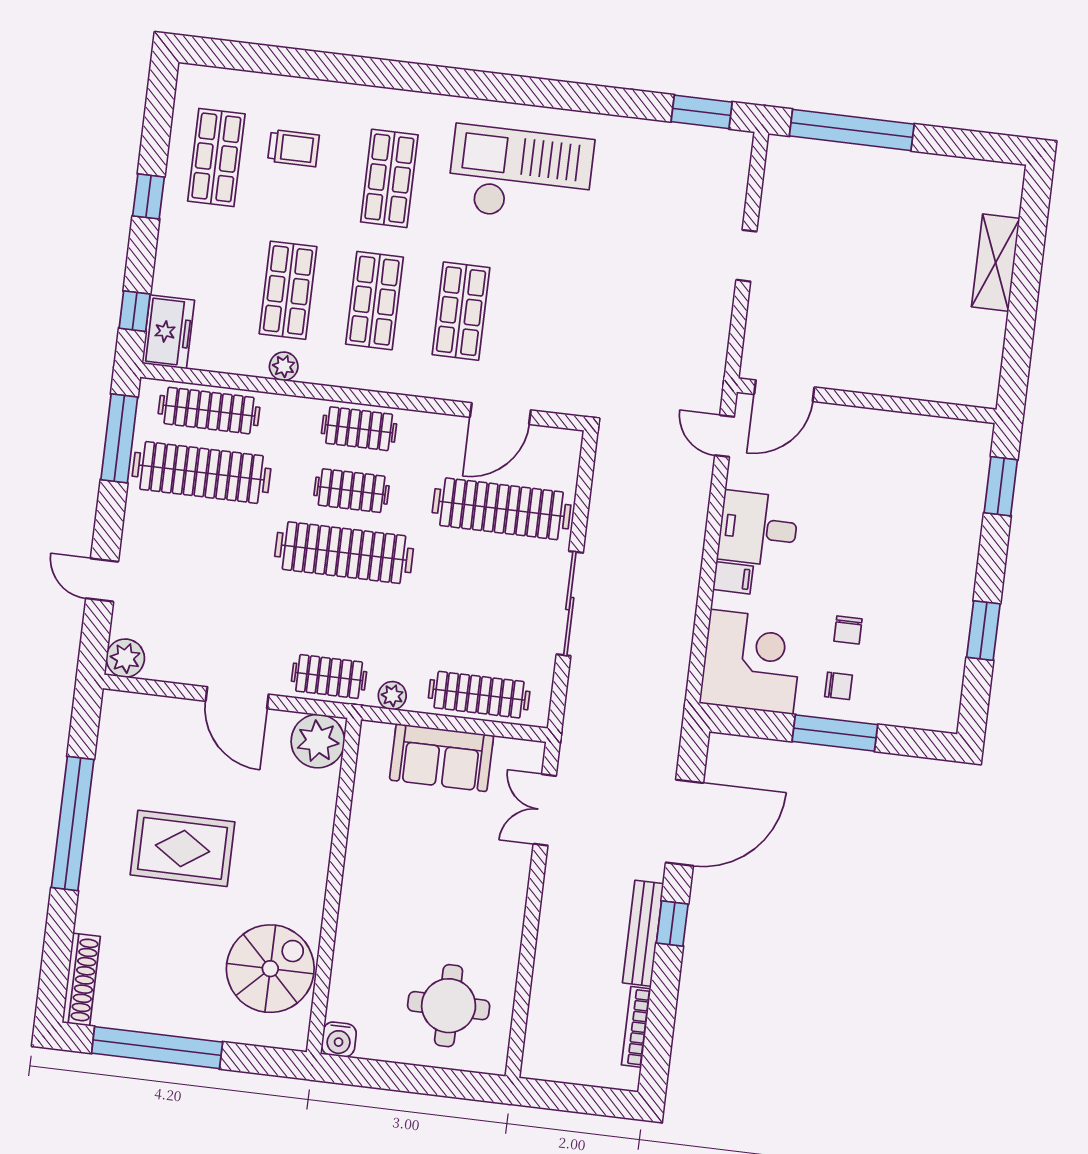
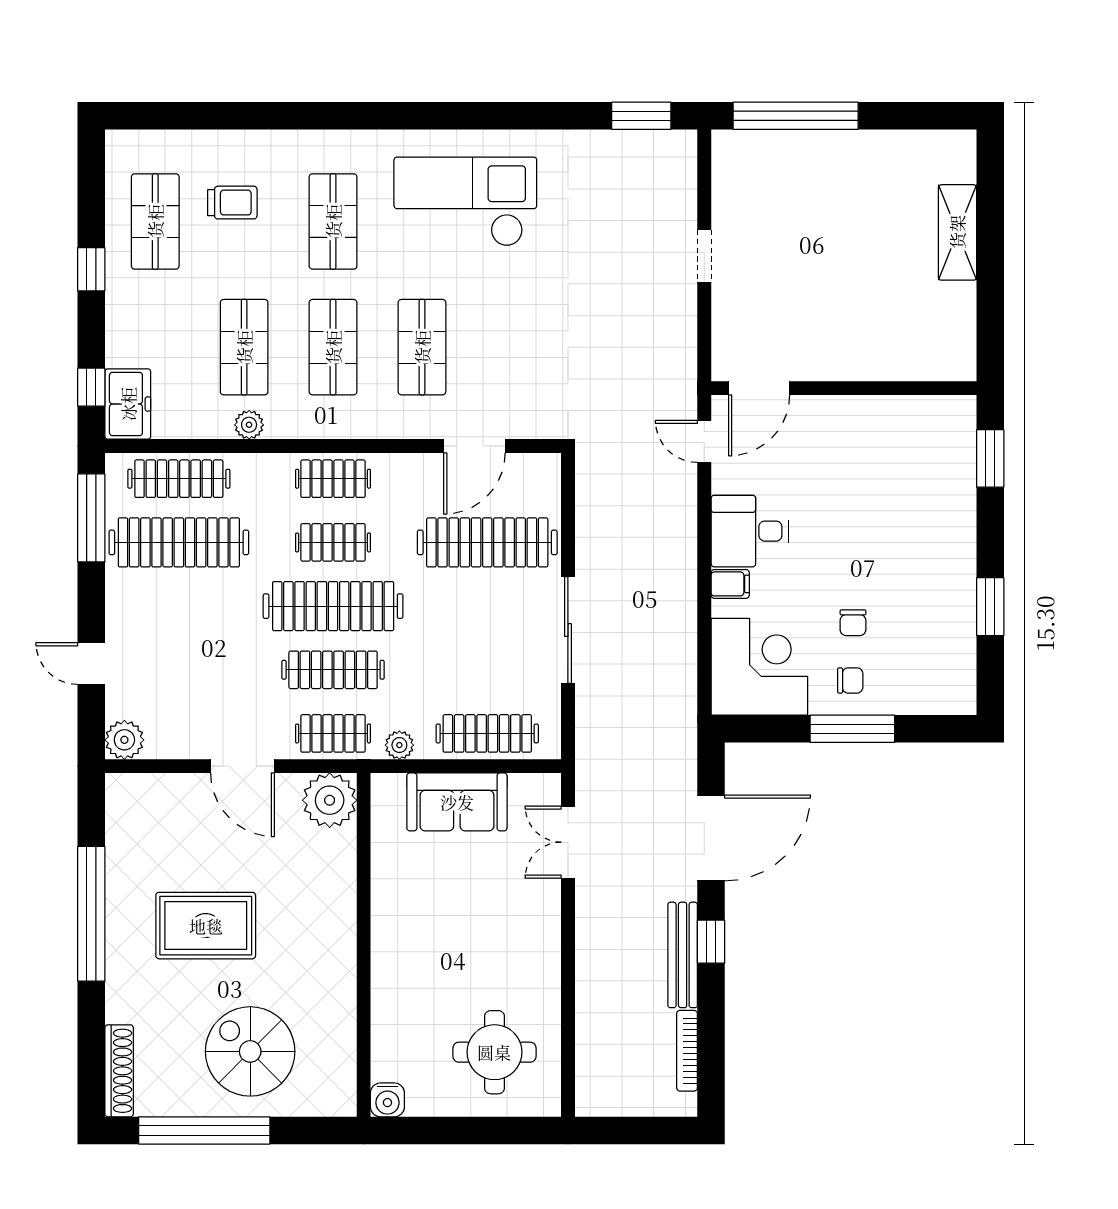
clothes rail: (337, 615) -> (333, 670), added
spiral stairs: (270, 969) -> (250, 1051), moved, turned -90

